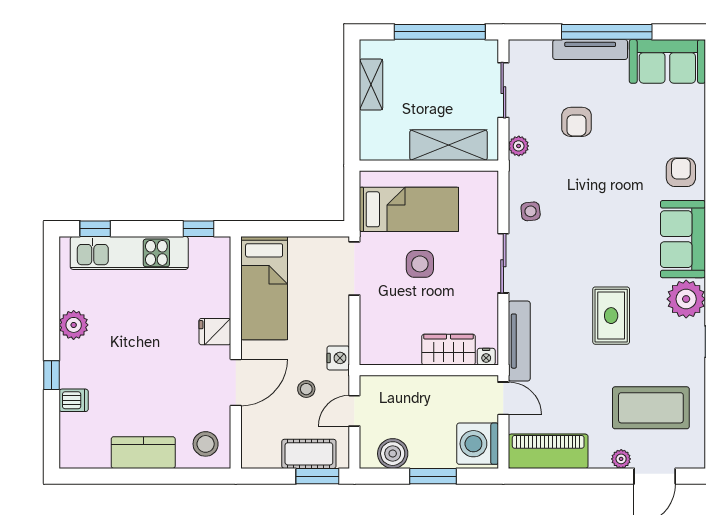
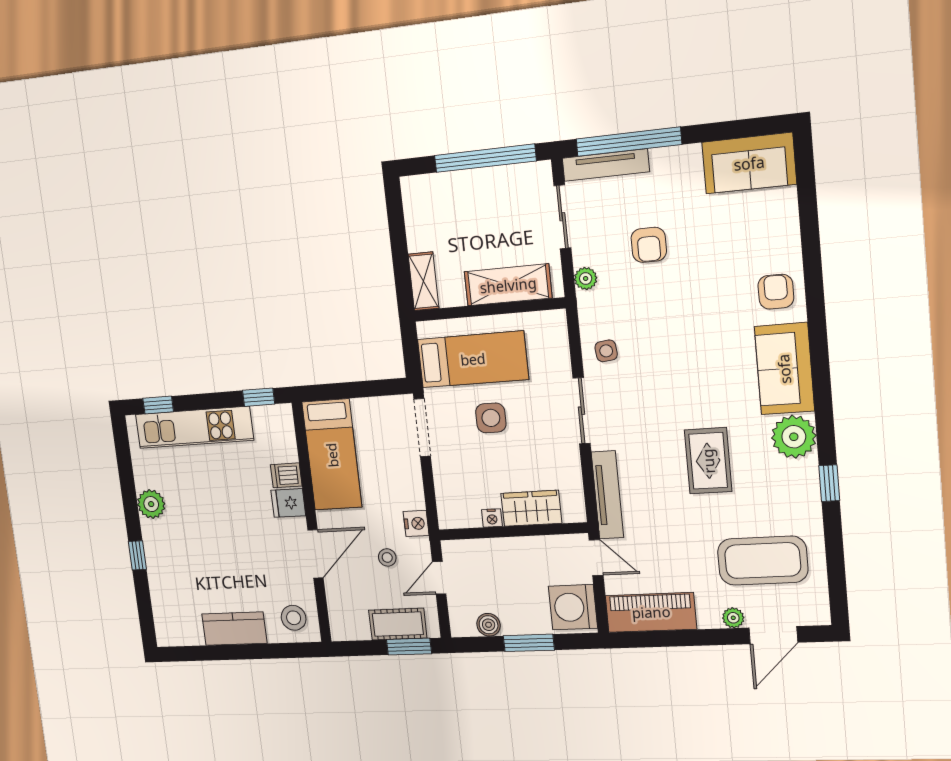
window: (607, 32) -> (629, 142), moved
tv unit: (590, 50) -> (606, 165), moved
shelving: (371, 84) -> (423, 281), moved
nightstand: (486, 357) -> (492, 518), moved
dishwasher: (74, 400) -> (286, 475), moved, turned 180
boiler: (393, 454) -> (489, 625), width x0.73, depth x0.73

